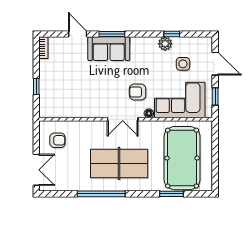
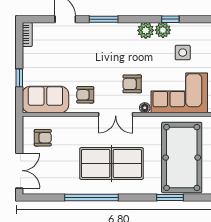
plant: (150, 44) -> (146, 30), added
sofa: (109, 49) -> (45, 100), moved, turned 180
armchair: (96, 102) -> (85, 95), added

